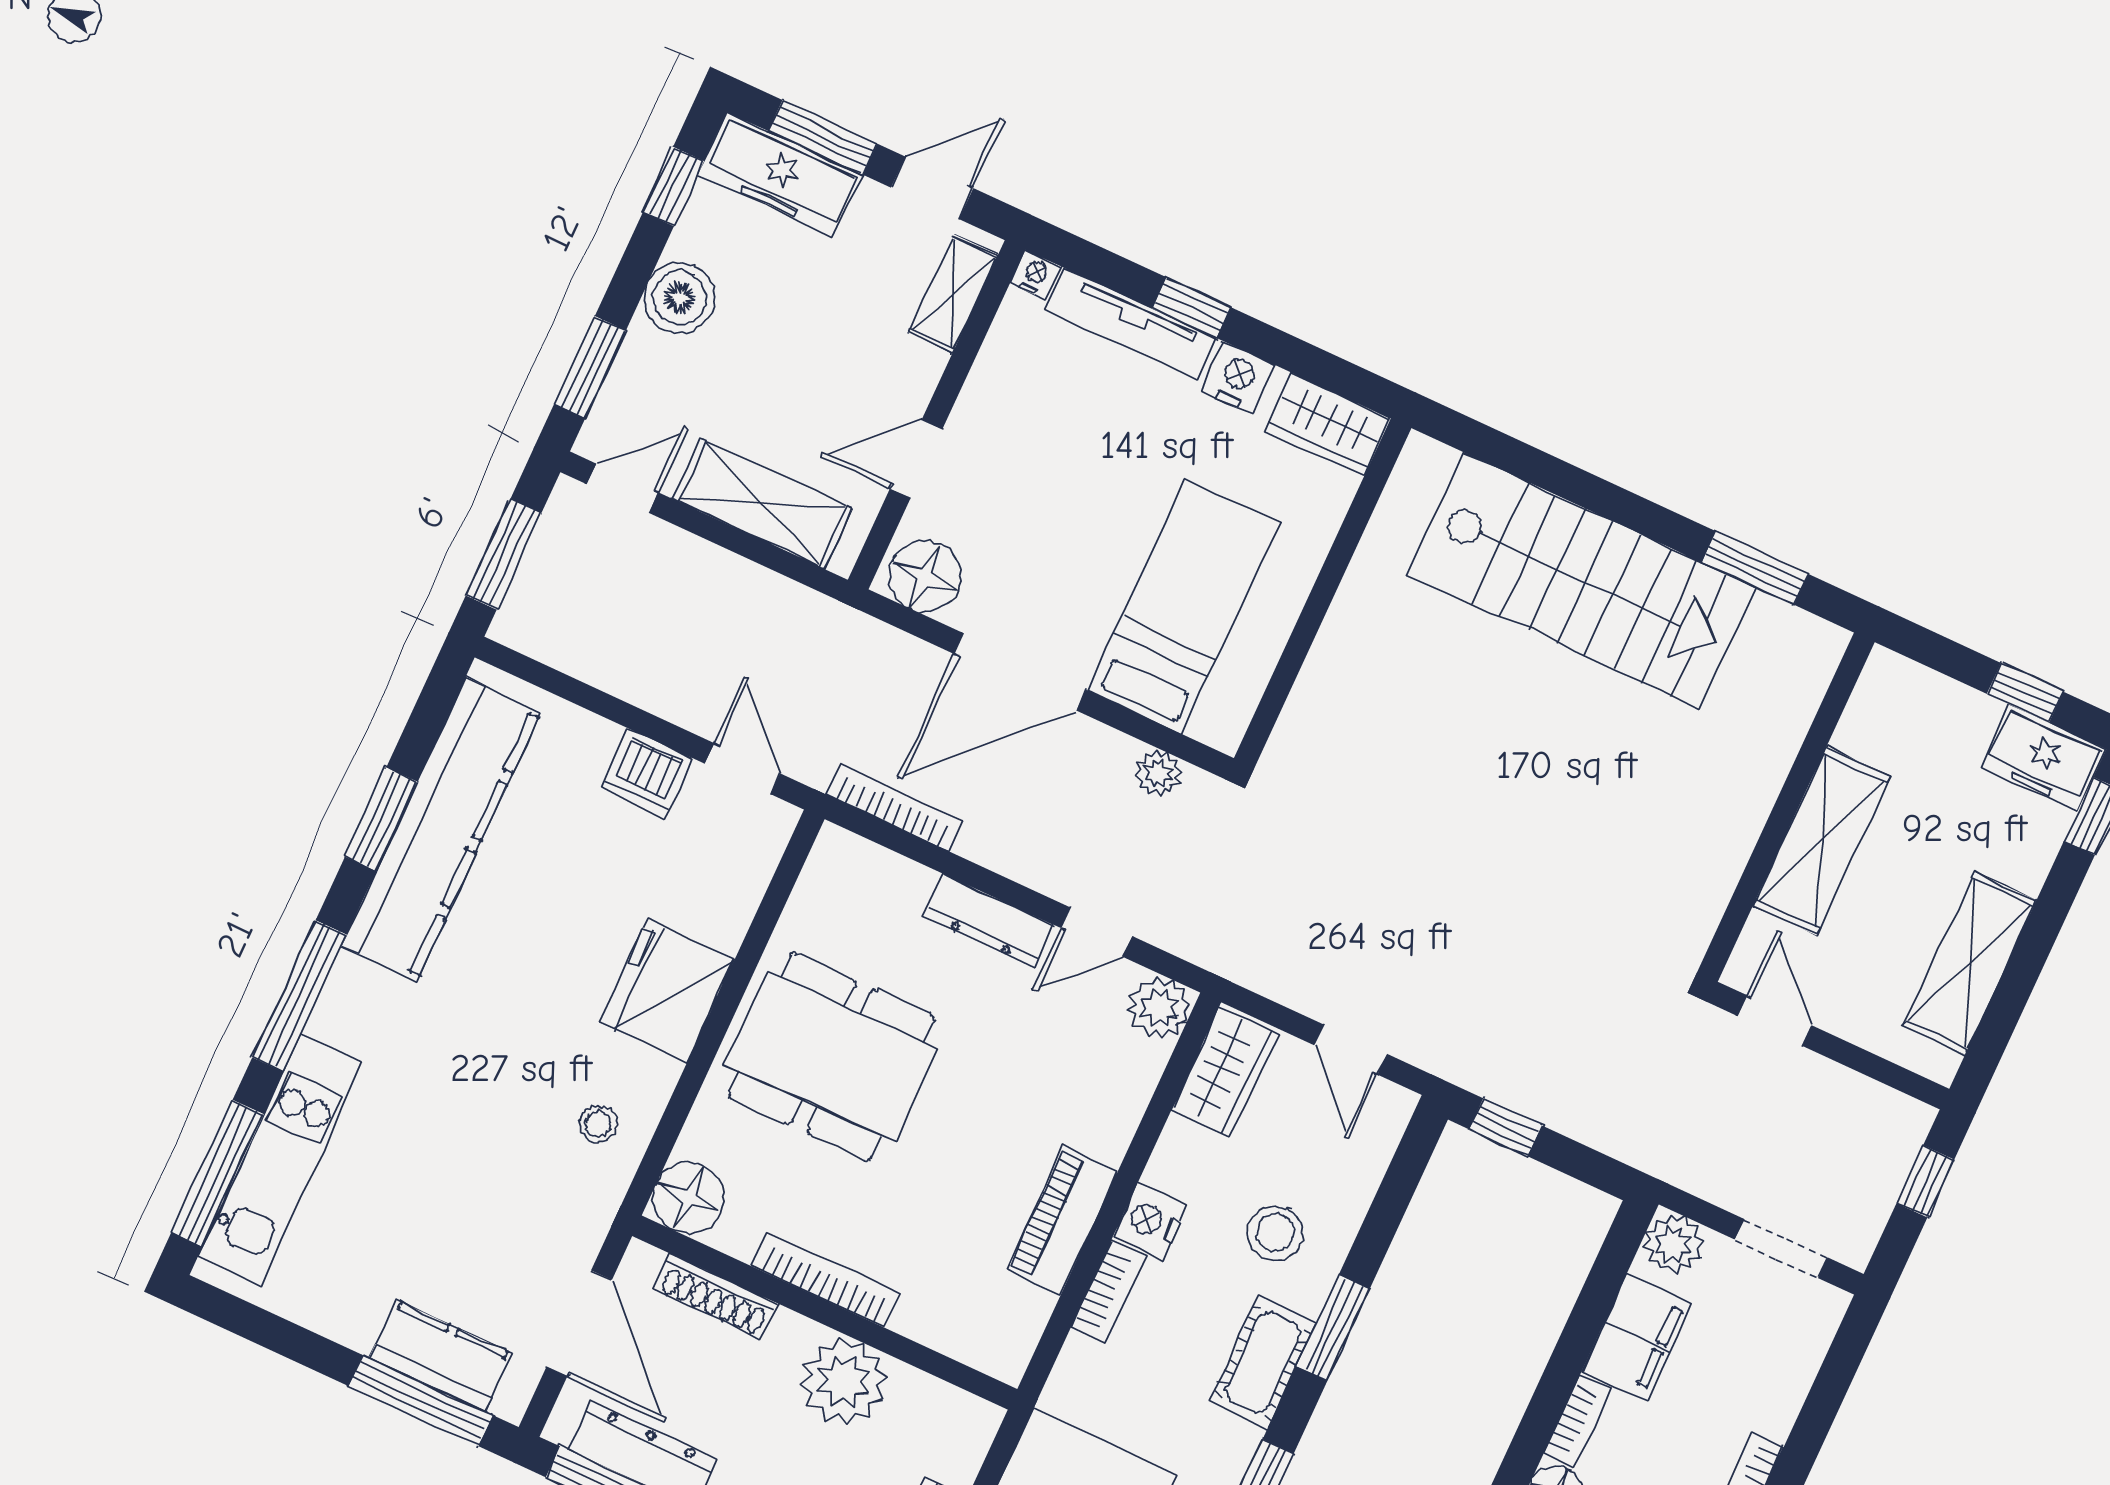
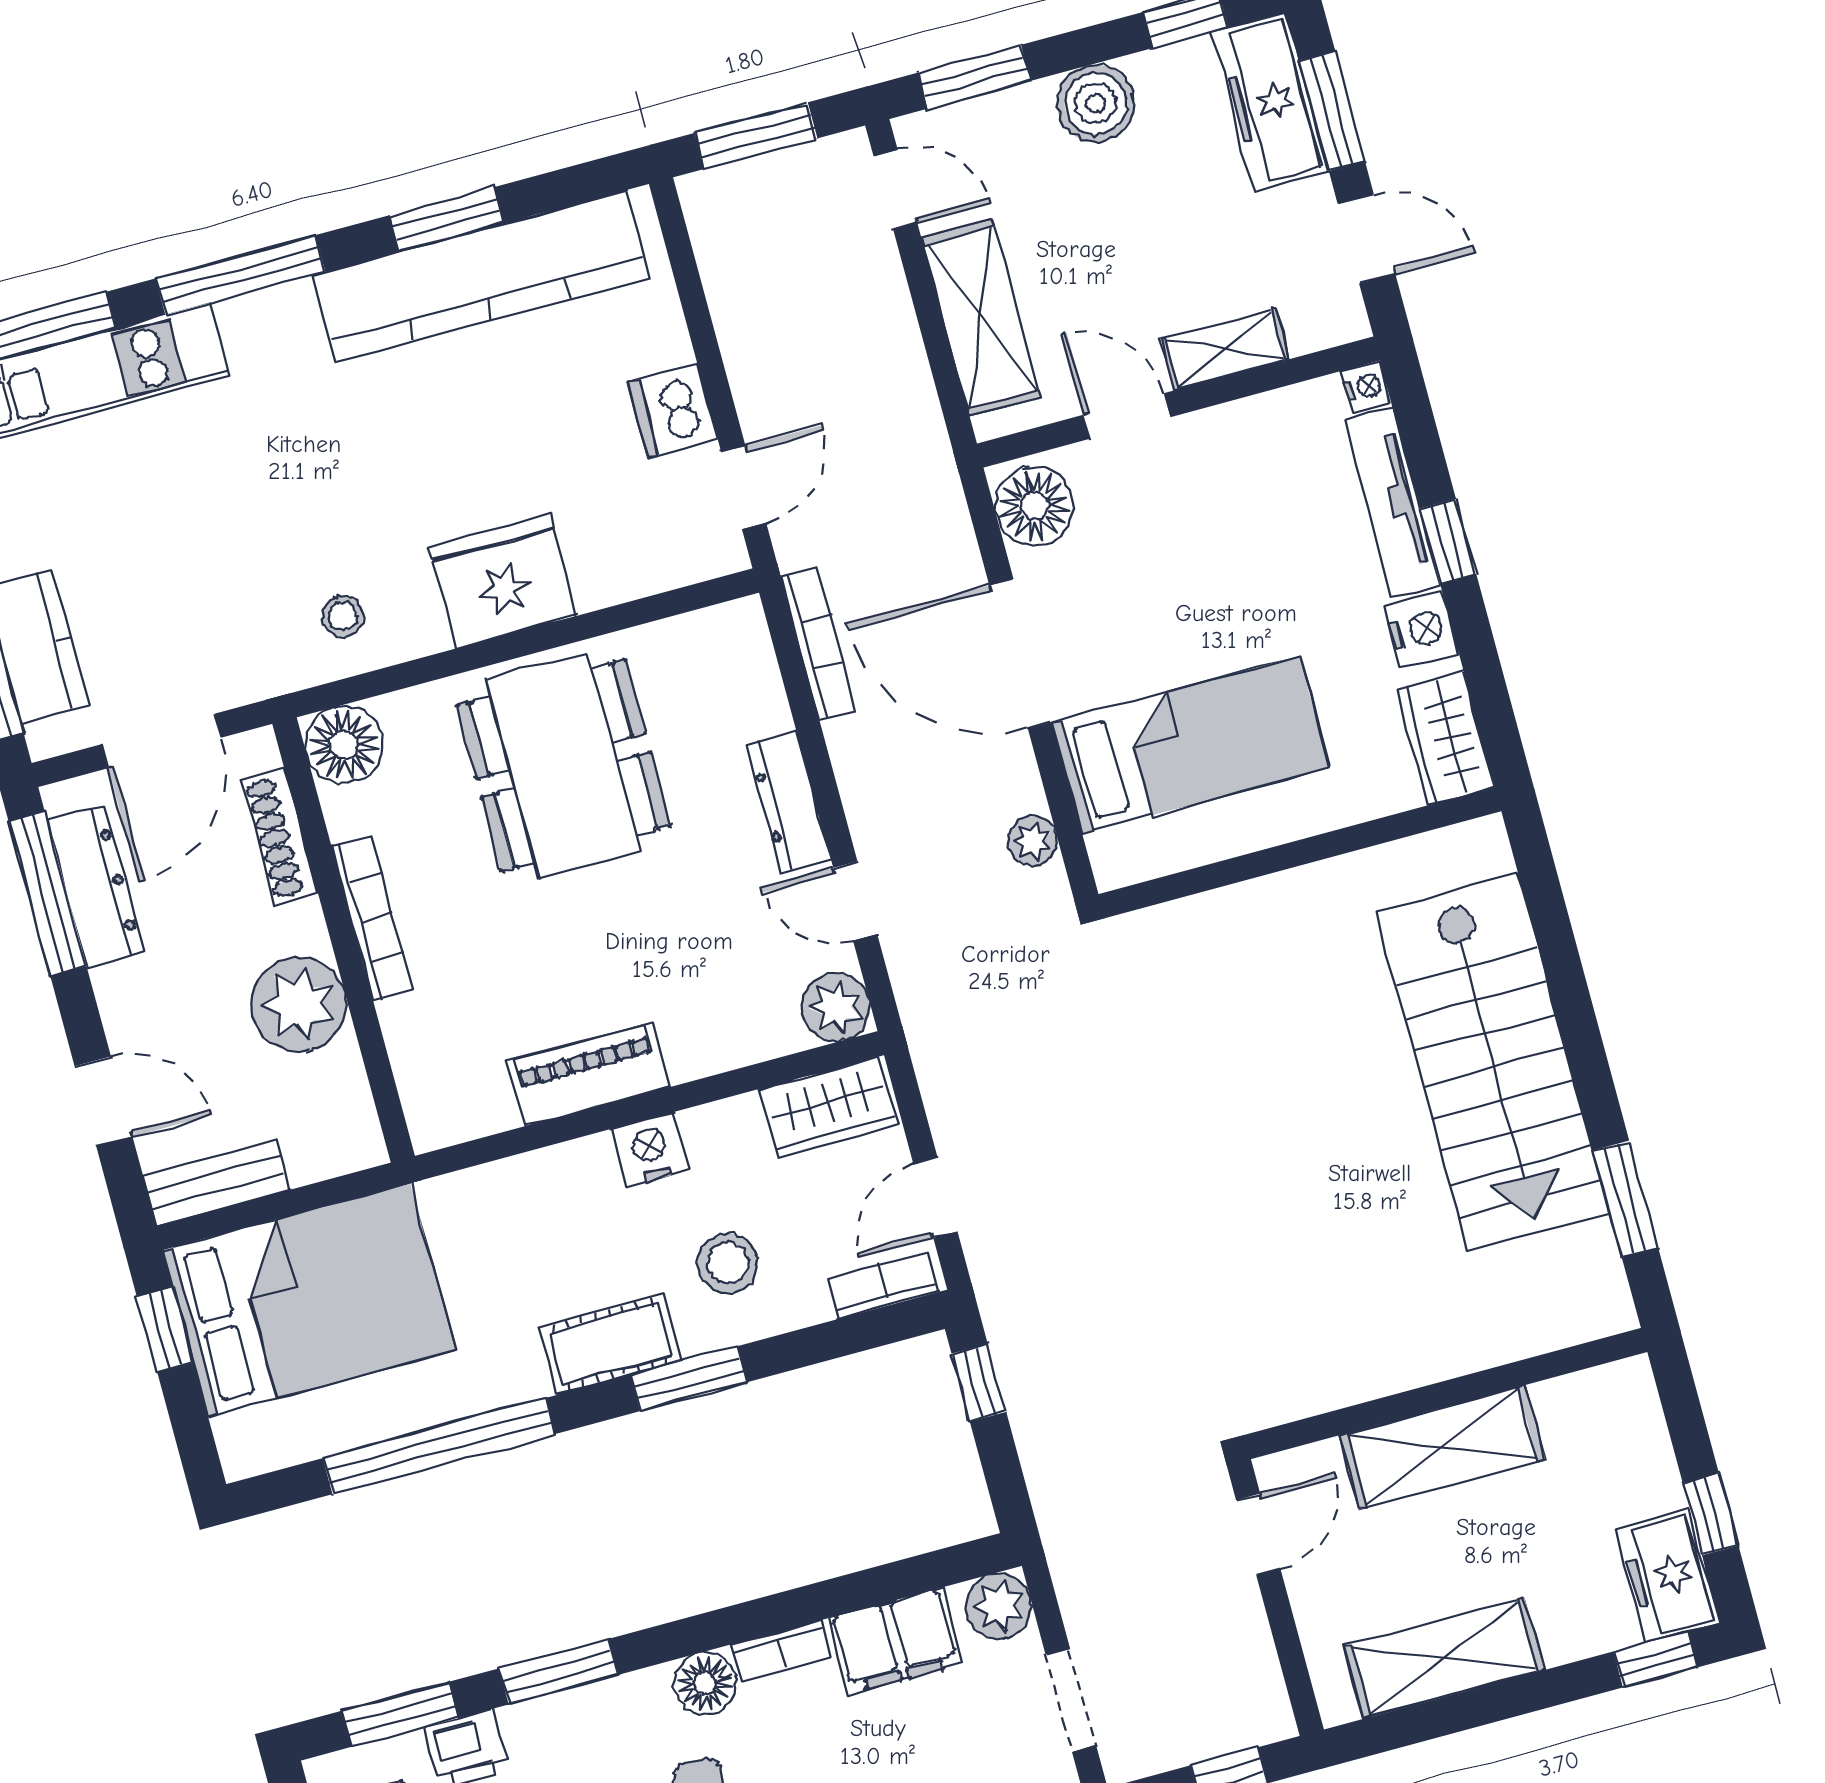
shelving: (953, 294) -> (1225, 349), moved
bookcase: (1108, 1292) -> (883, 1285), moved, turned 180

